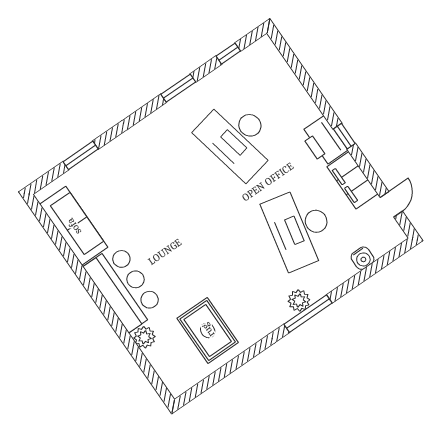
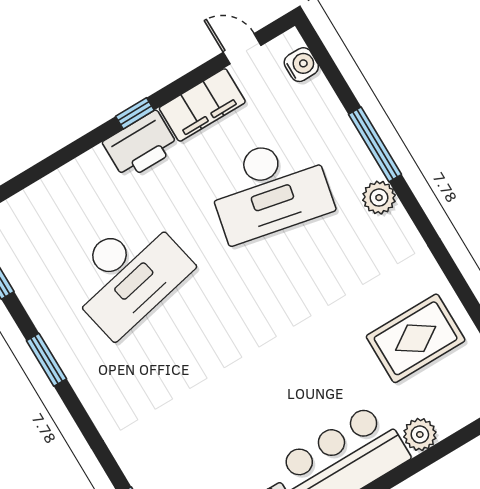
water cooler: (363, 258) -> (301, 65), moved
window: (308, 314) -> (375, 144), moved

